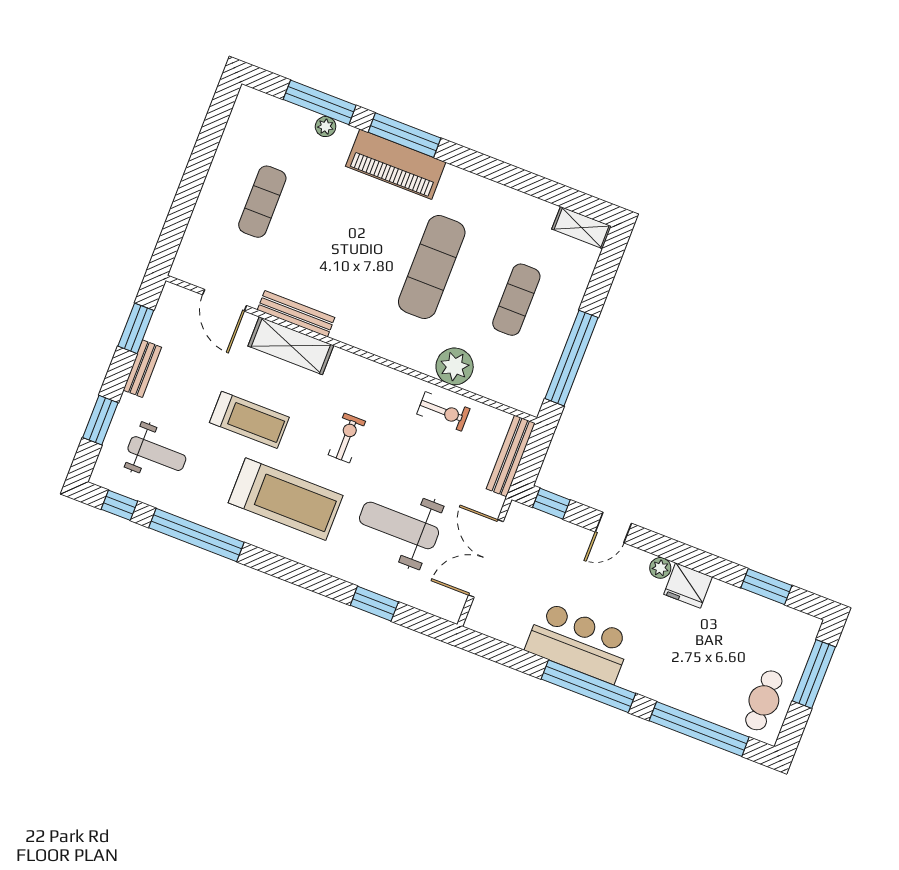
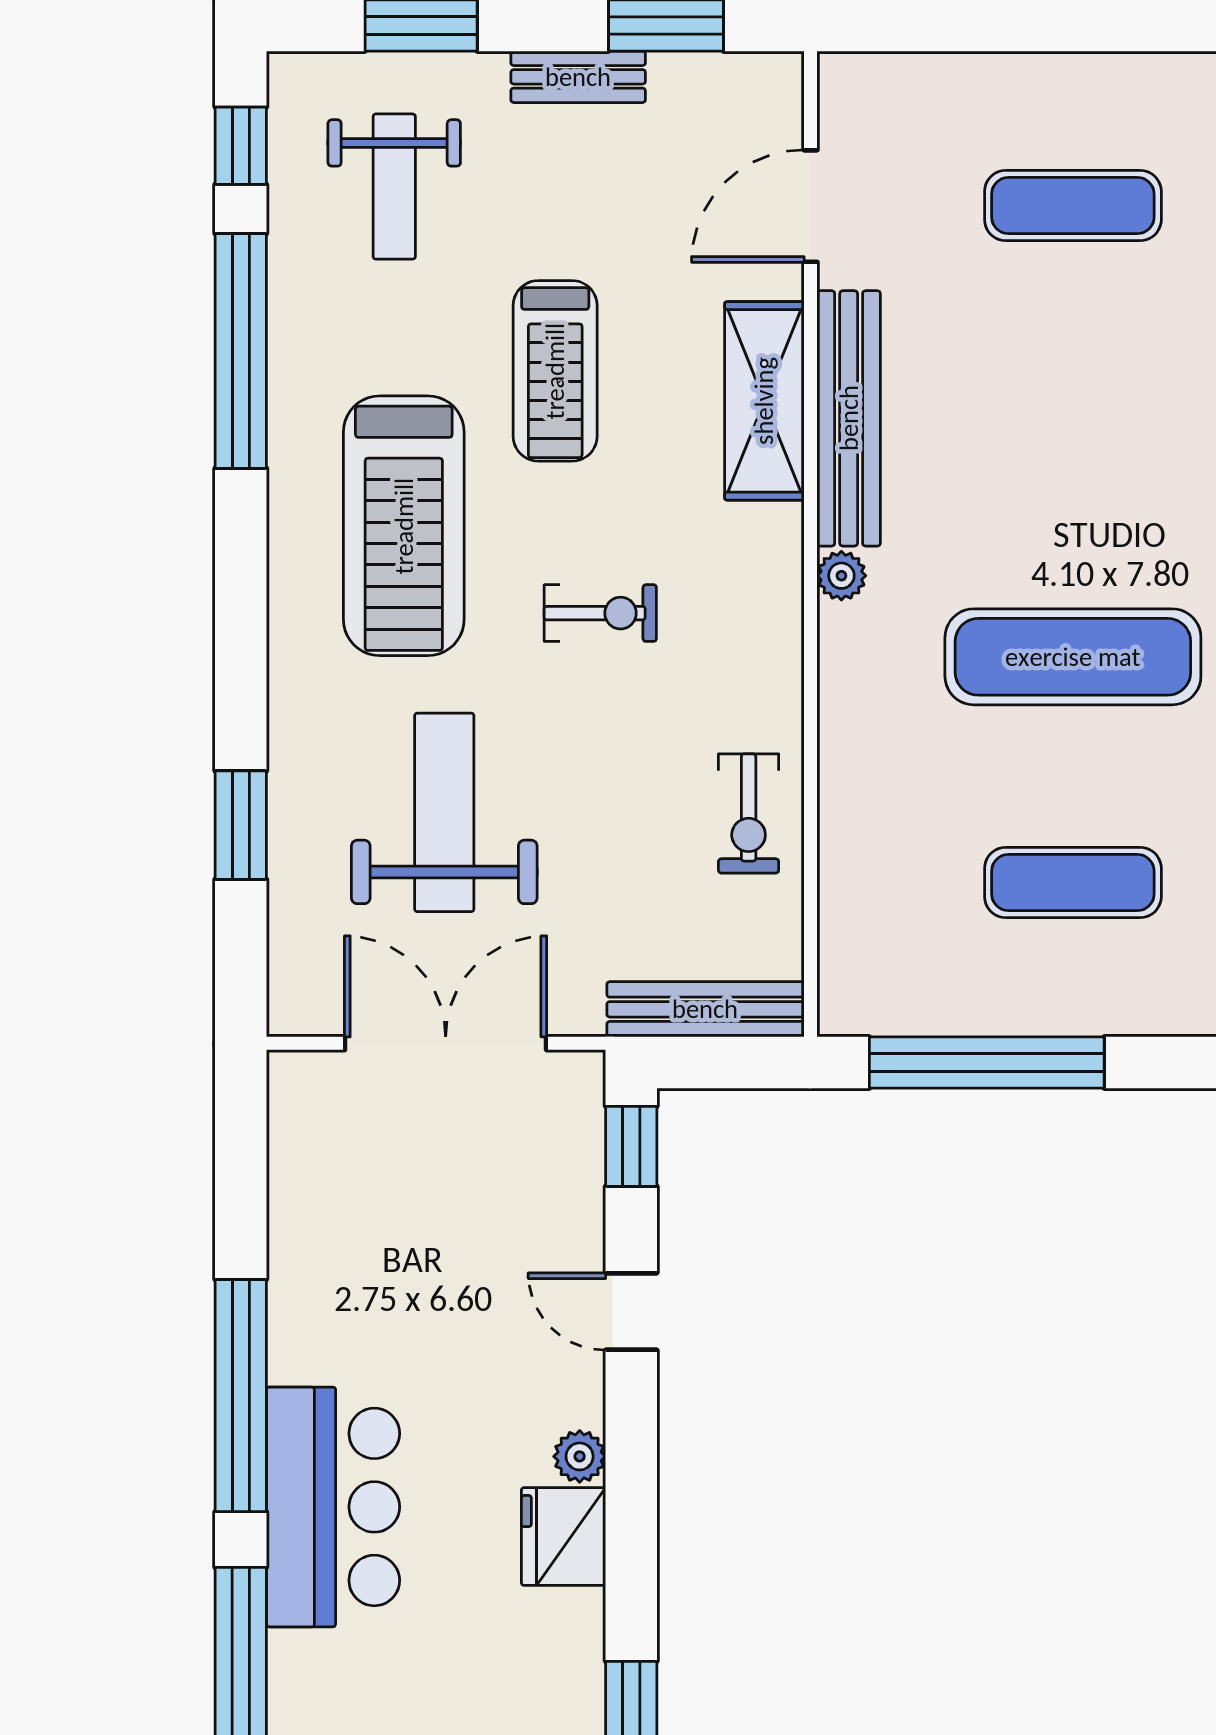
bench: (296, 314) -> (849, 418), width x1.37, depth x1.21
plant: (455, 366) -> (841, 576), moved, width x0.53, depth x0.53
bar counter: (578, 643) -> (333, 1507), moved

